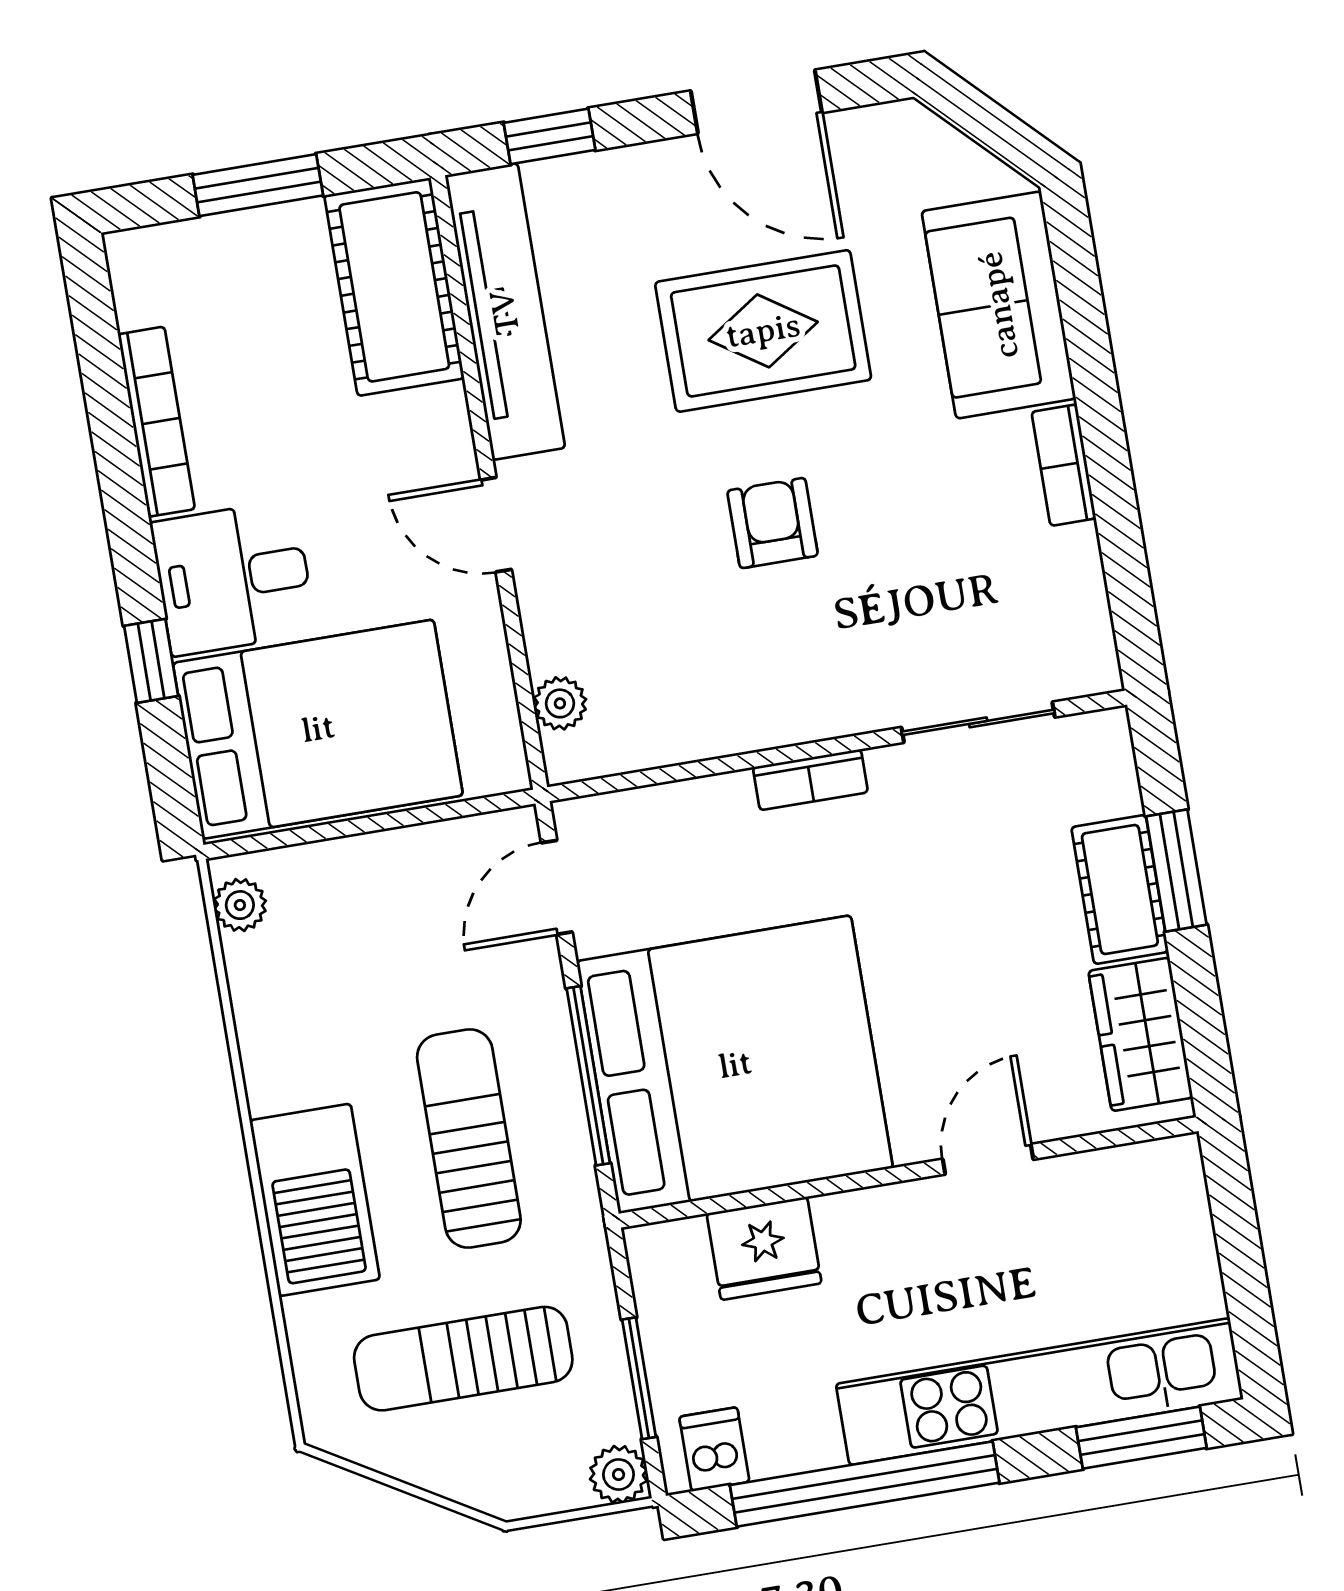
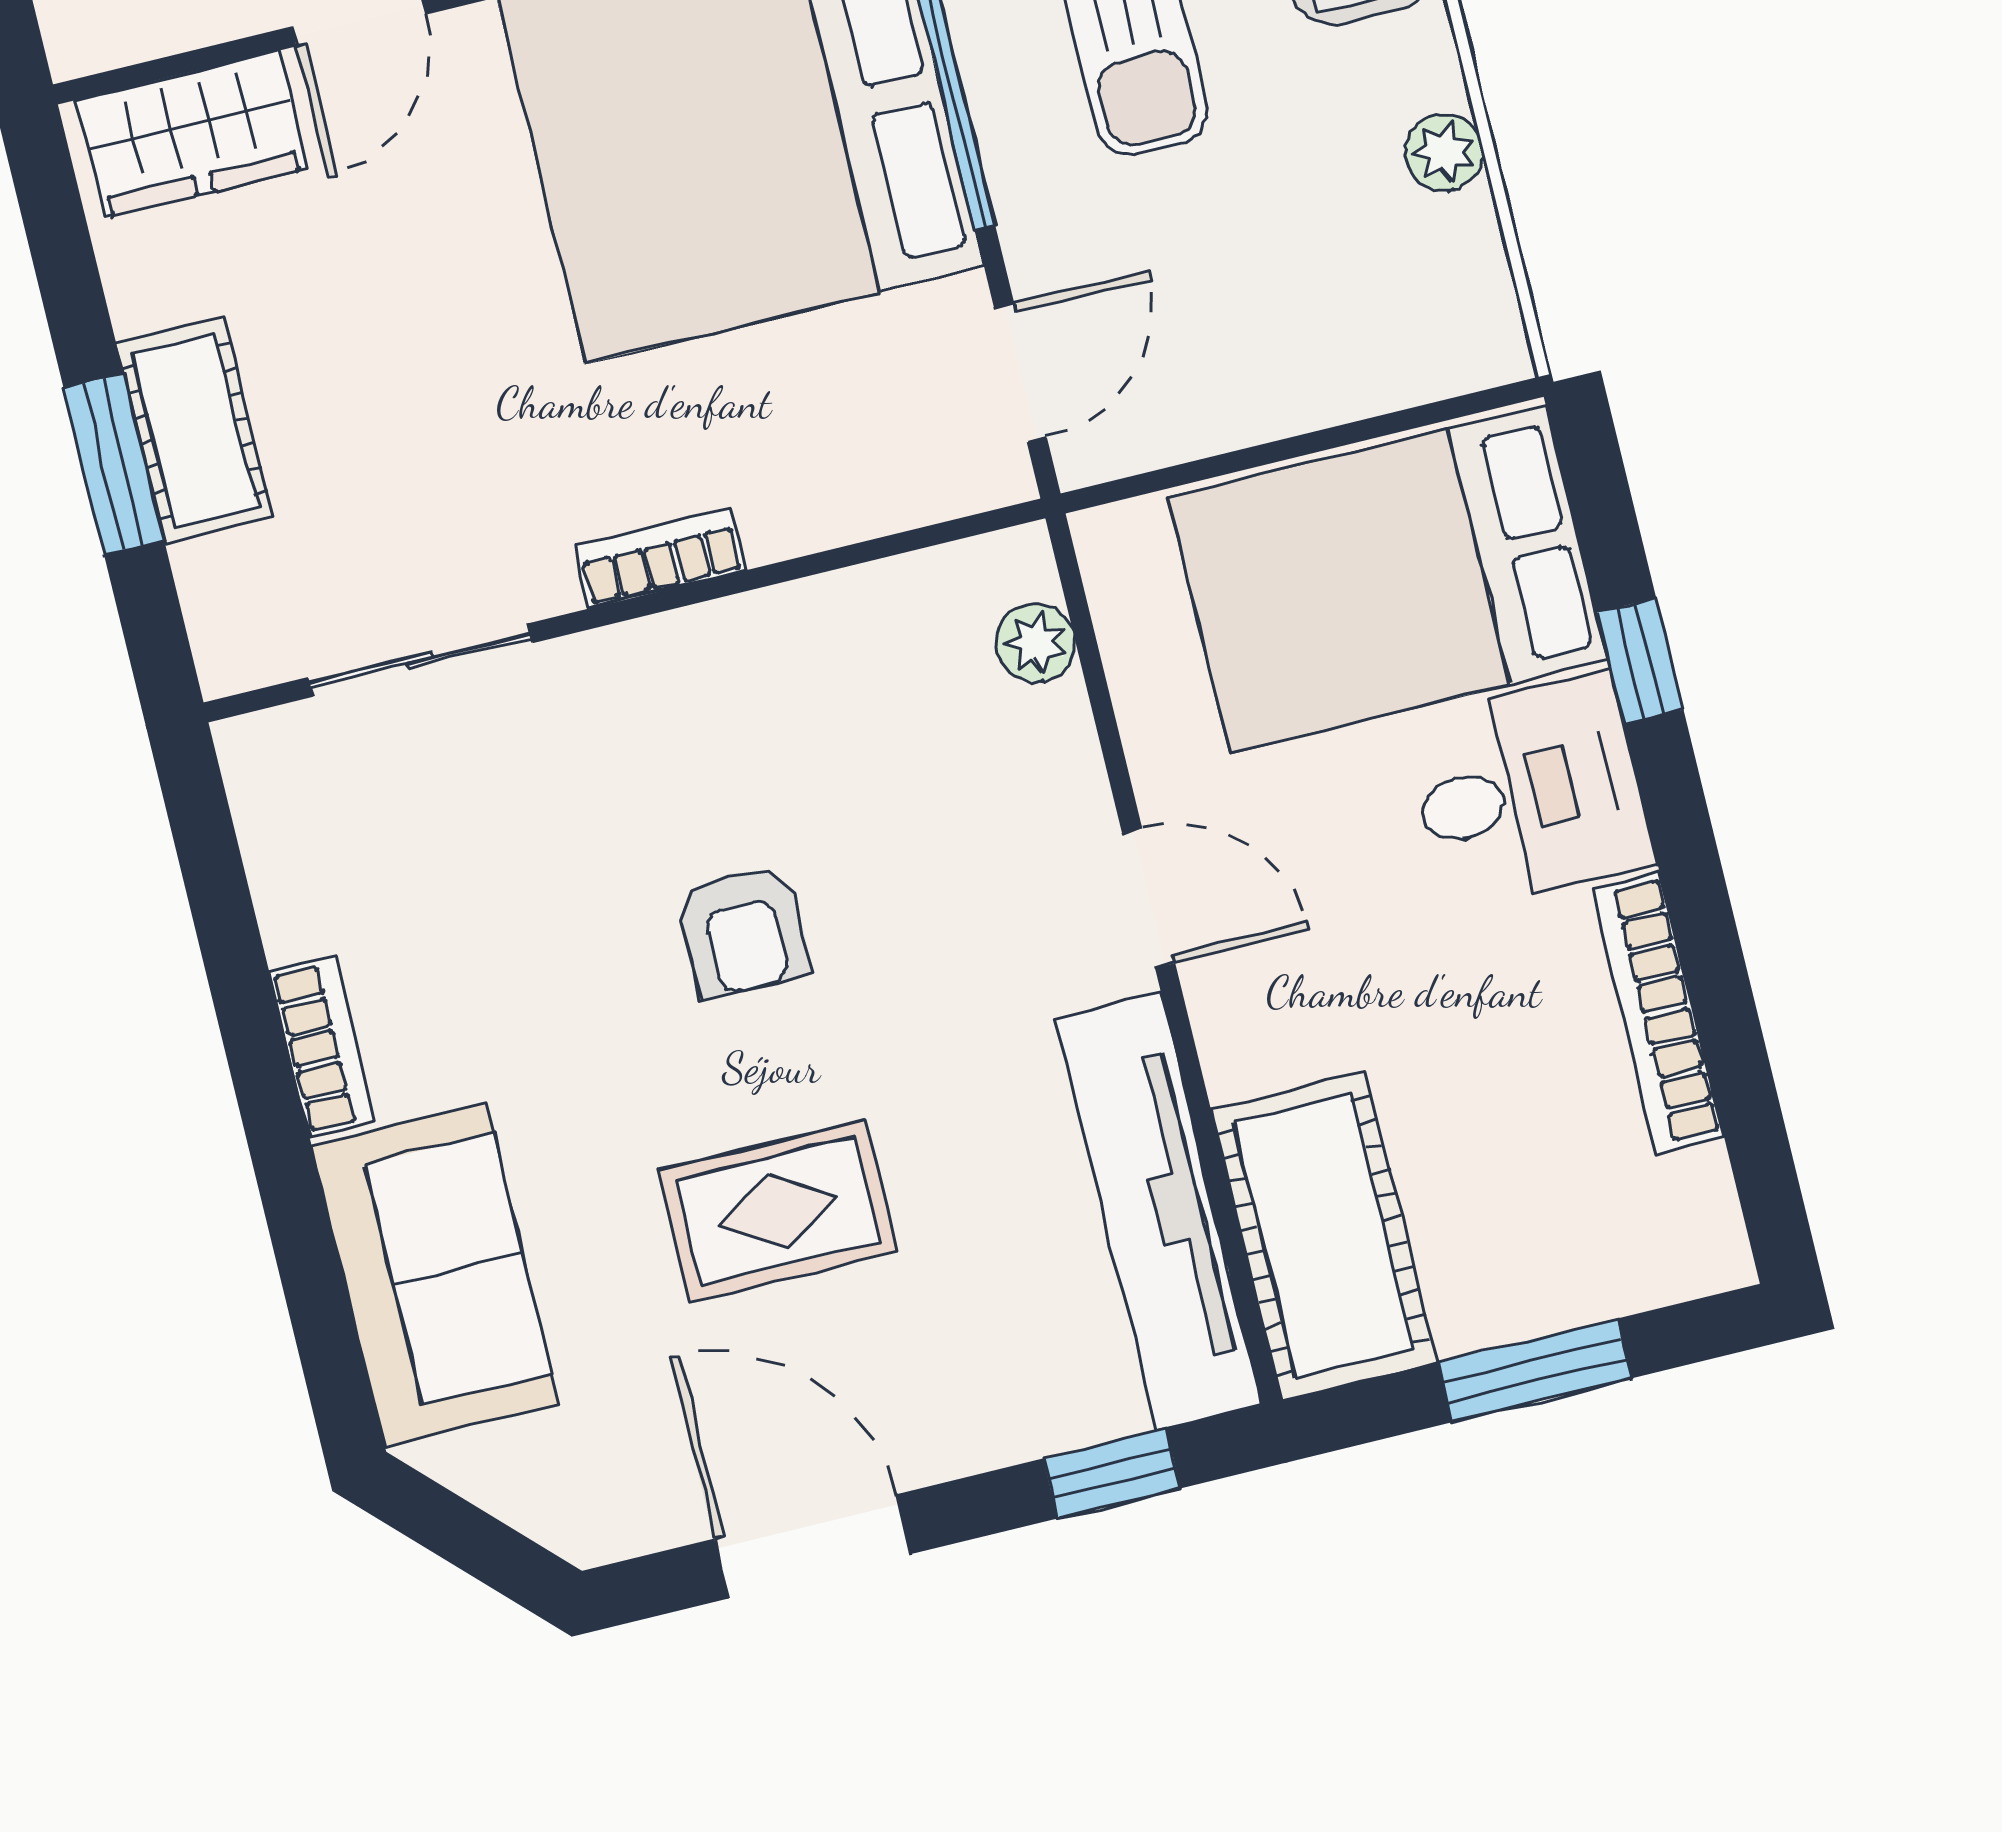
rug: (763, 331) -> (778, 1211), width x0.73, depth x0.70
plant: (240, 905) -> (1444, 152), moved
wardrobe: (1141, 1034) -> (192, 134), moved, turned 90

